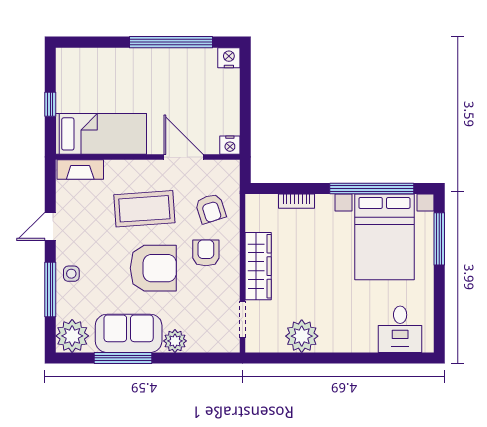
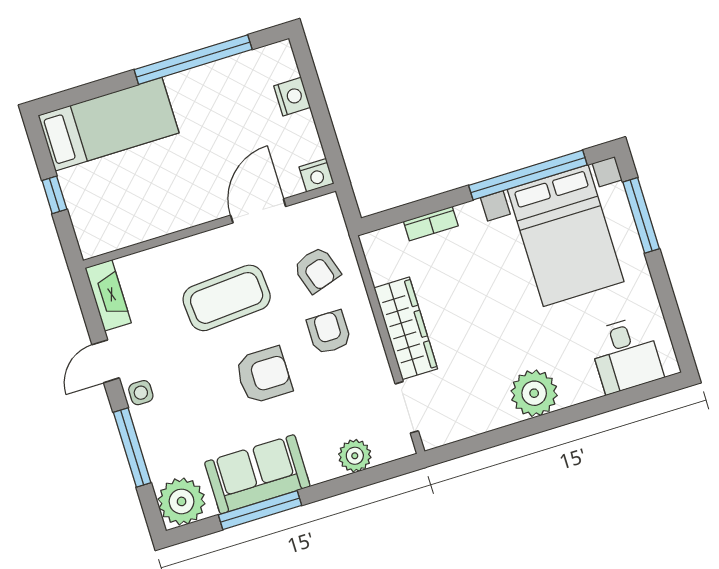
nightstand: (229, 58) -> (292, 97), moved, turned 90
bed: (101, 134) -> (108, 124), moved
door: (183, 157) -> (258, 211), hinge flipped
fireplace: (80, 169) -> (108, 295), moved, turned -90
armchair: (153, 268) -> (264, 375), width x0.73, depth x0.73
side table: (71, 274) -> (141, 393), moved
plant: (302, 336) -> (534, 393), moved
plant: (175, 341) -> (355, 456), moved

